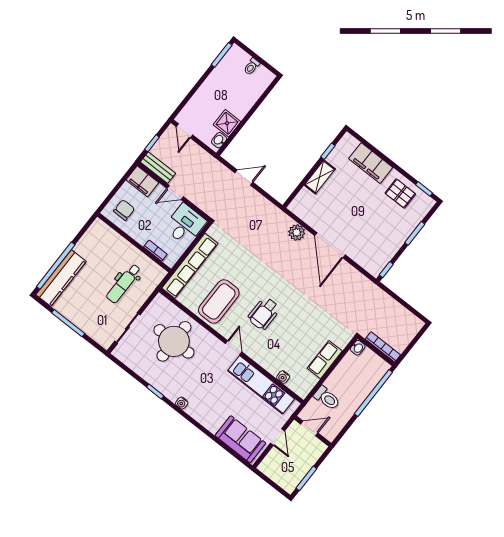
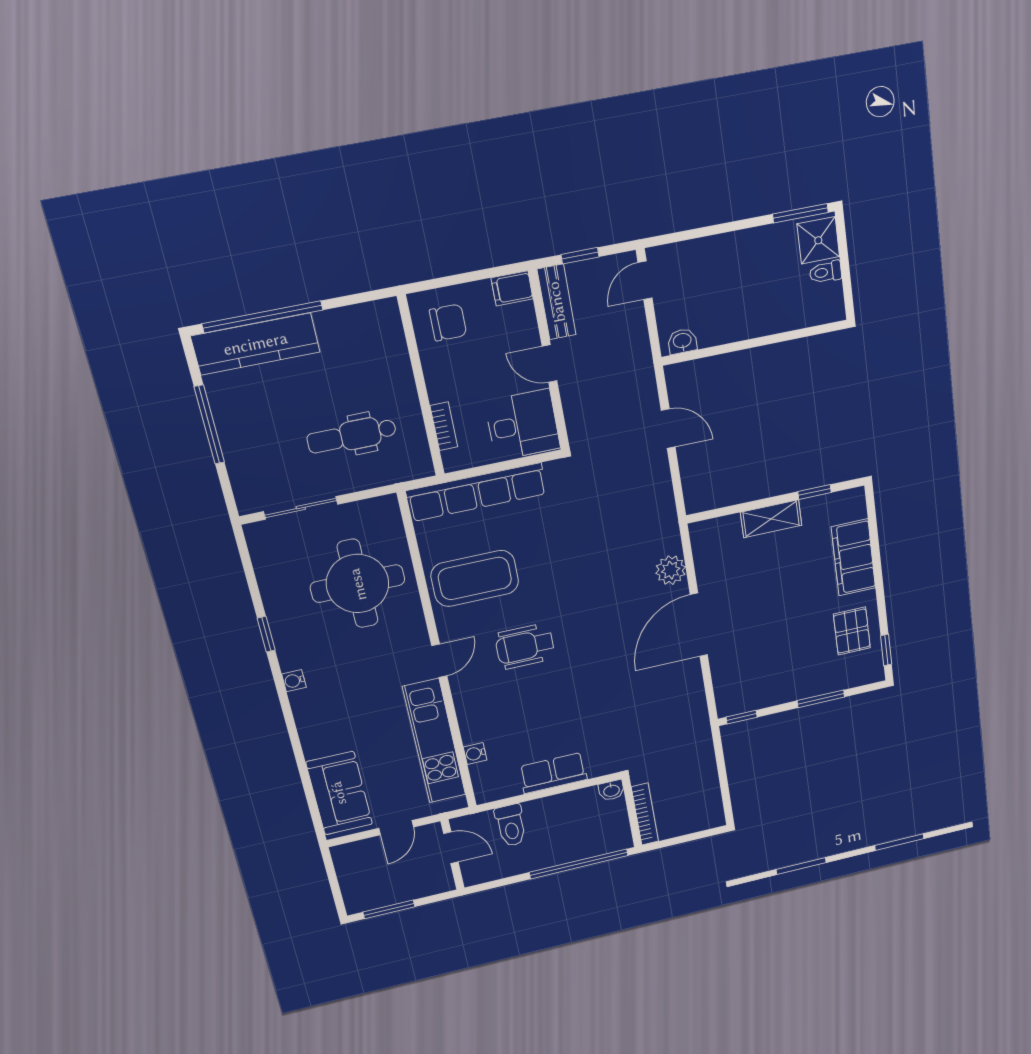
shower: (227, 123) -> (818, 240), moved
filing cabinet: (142, 181) -> (512, 288), width x0.50

